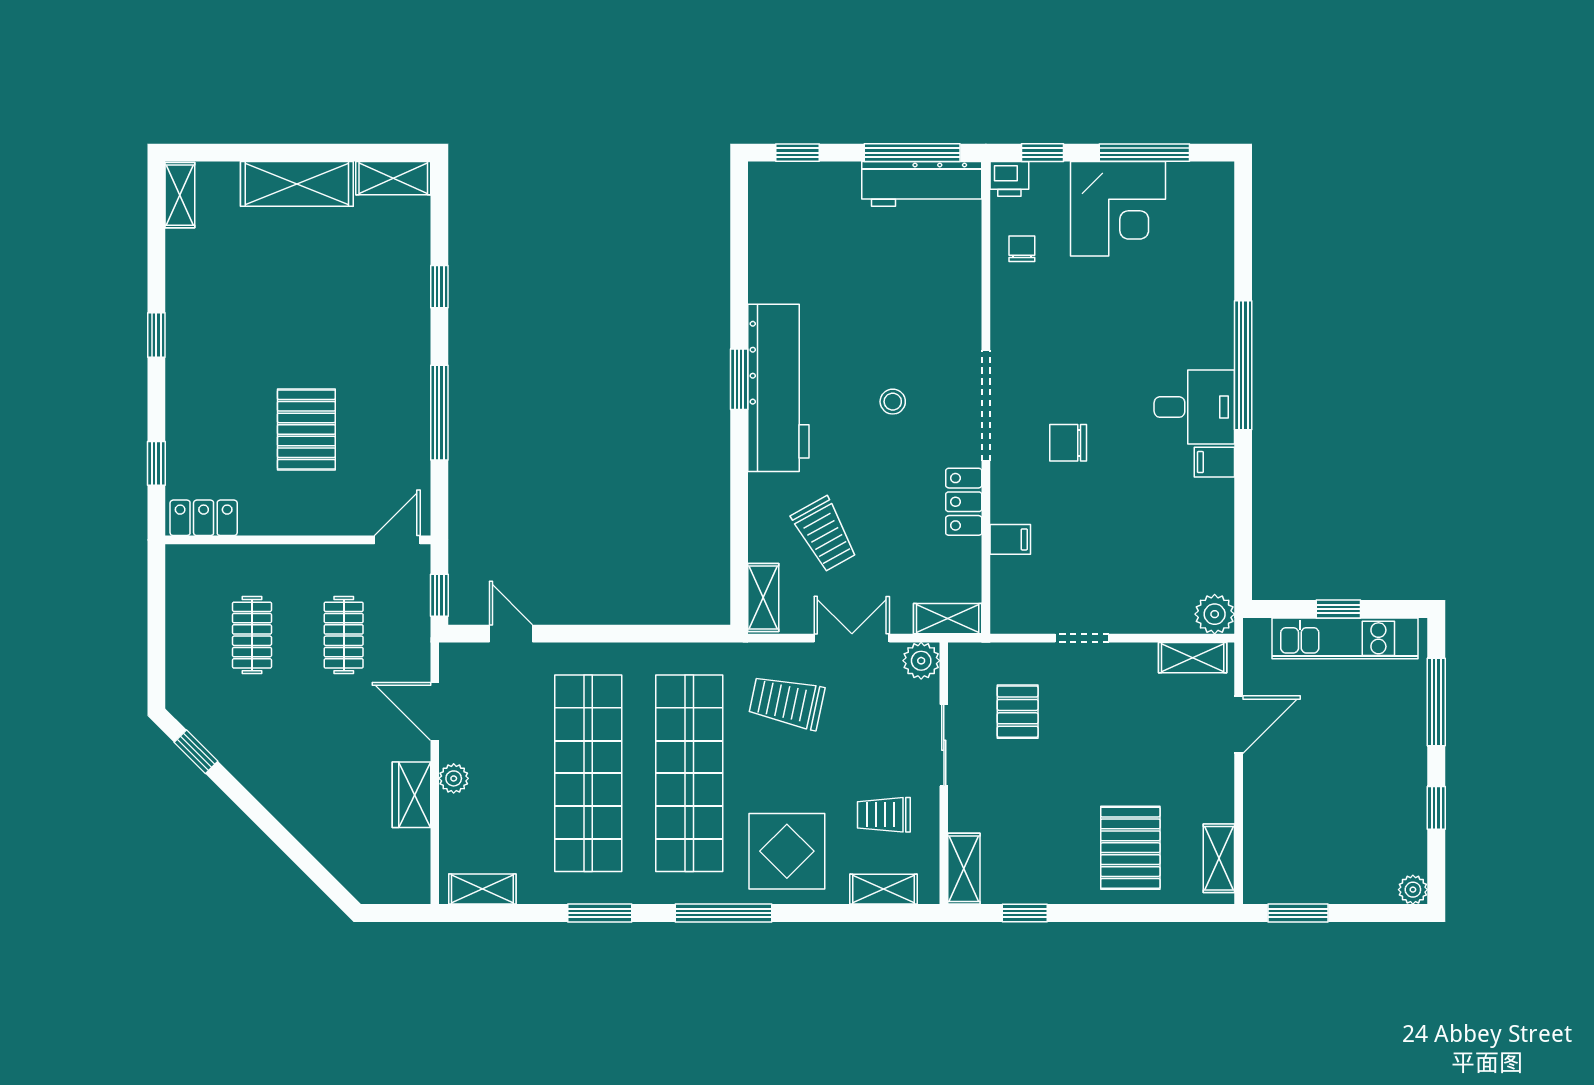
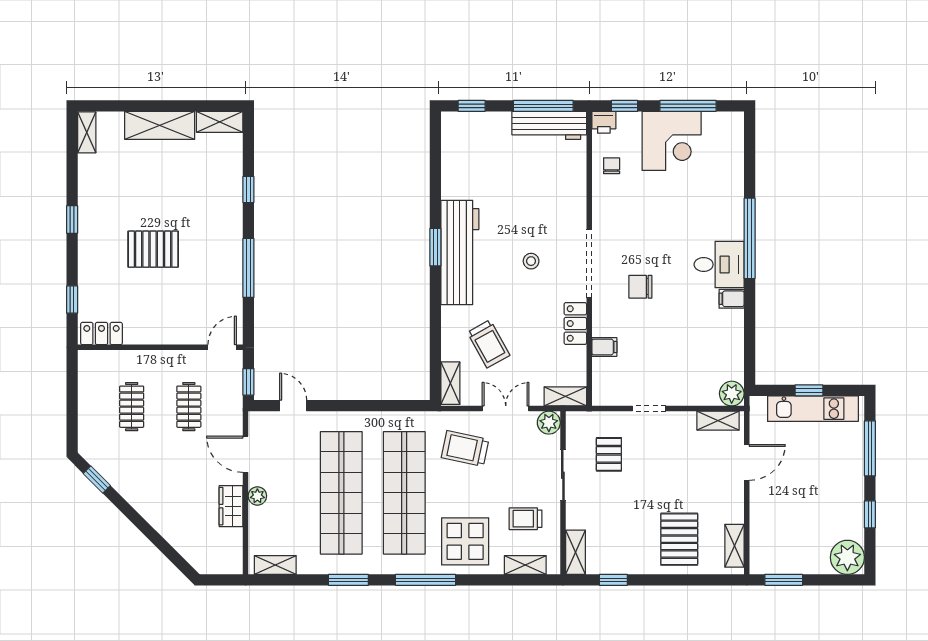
pallet: (306, 429) -> (153, 249), moved, turned 90
plant: (1413, 890) -> (847, 557), width x1.87, depth x1.87

